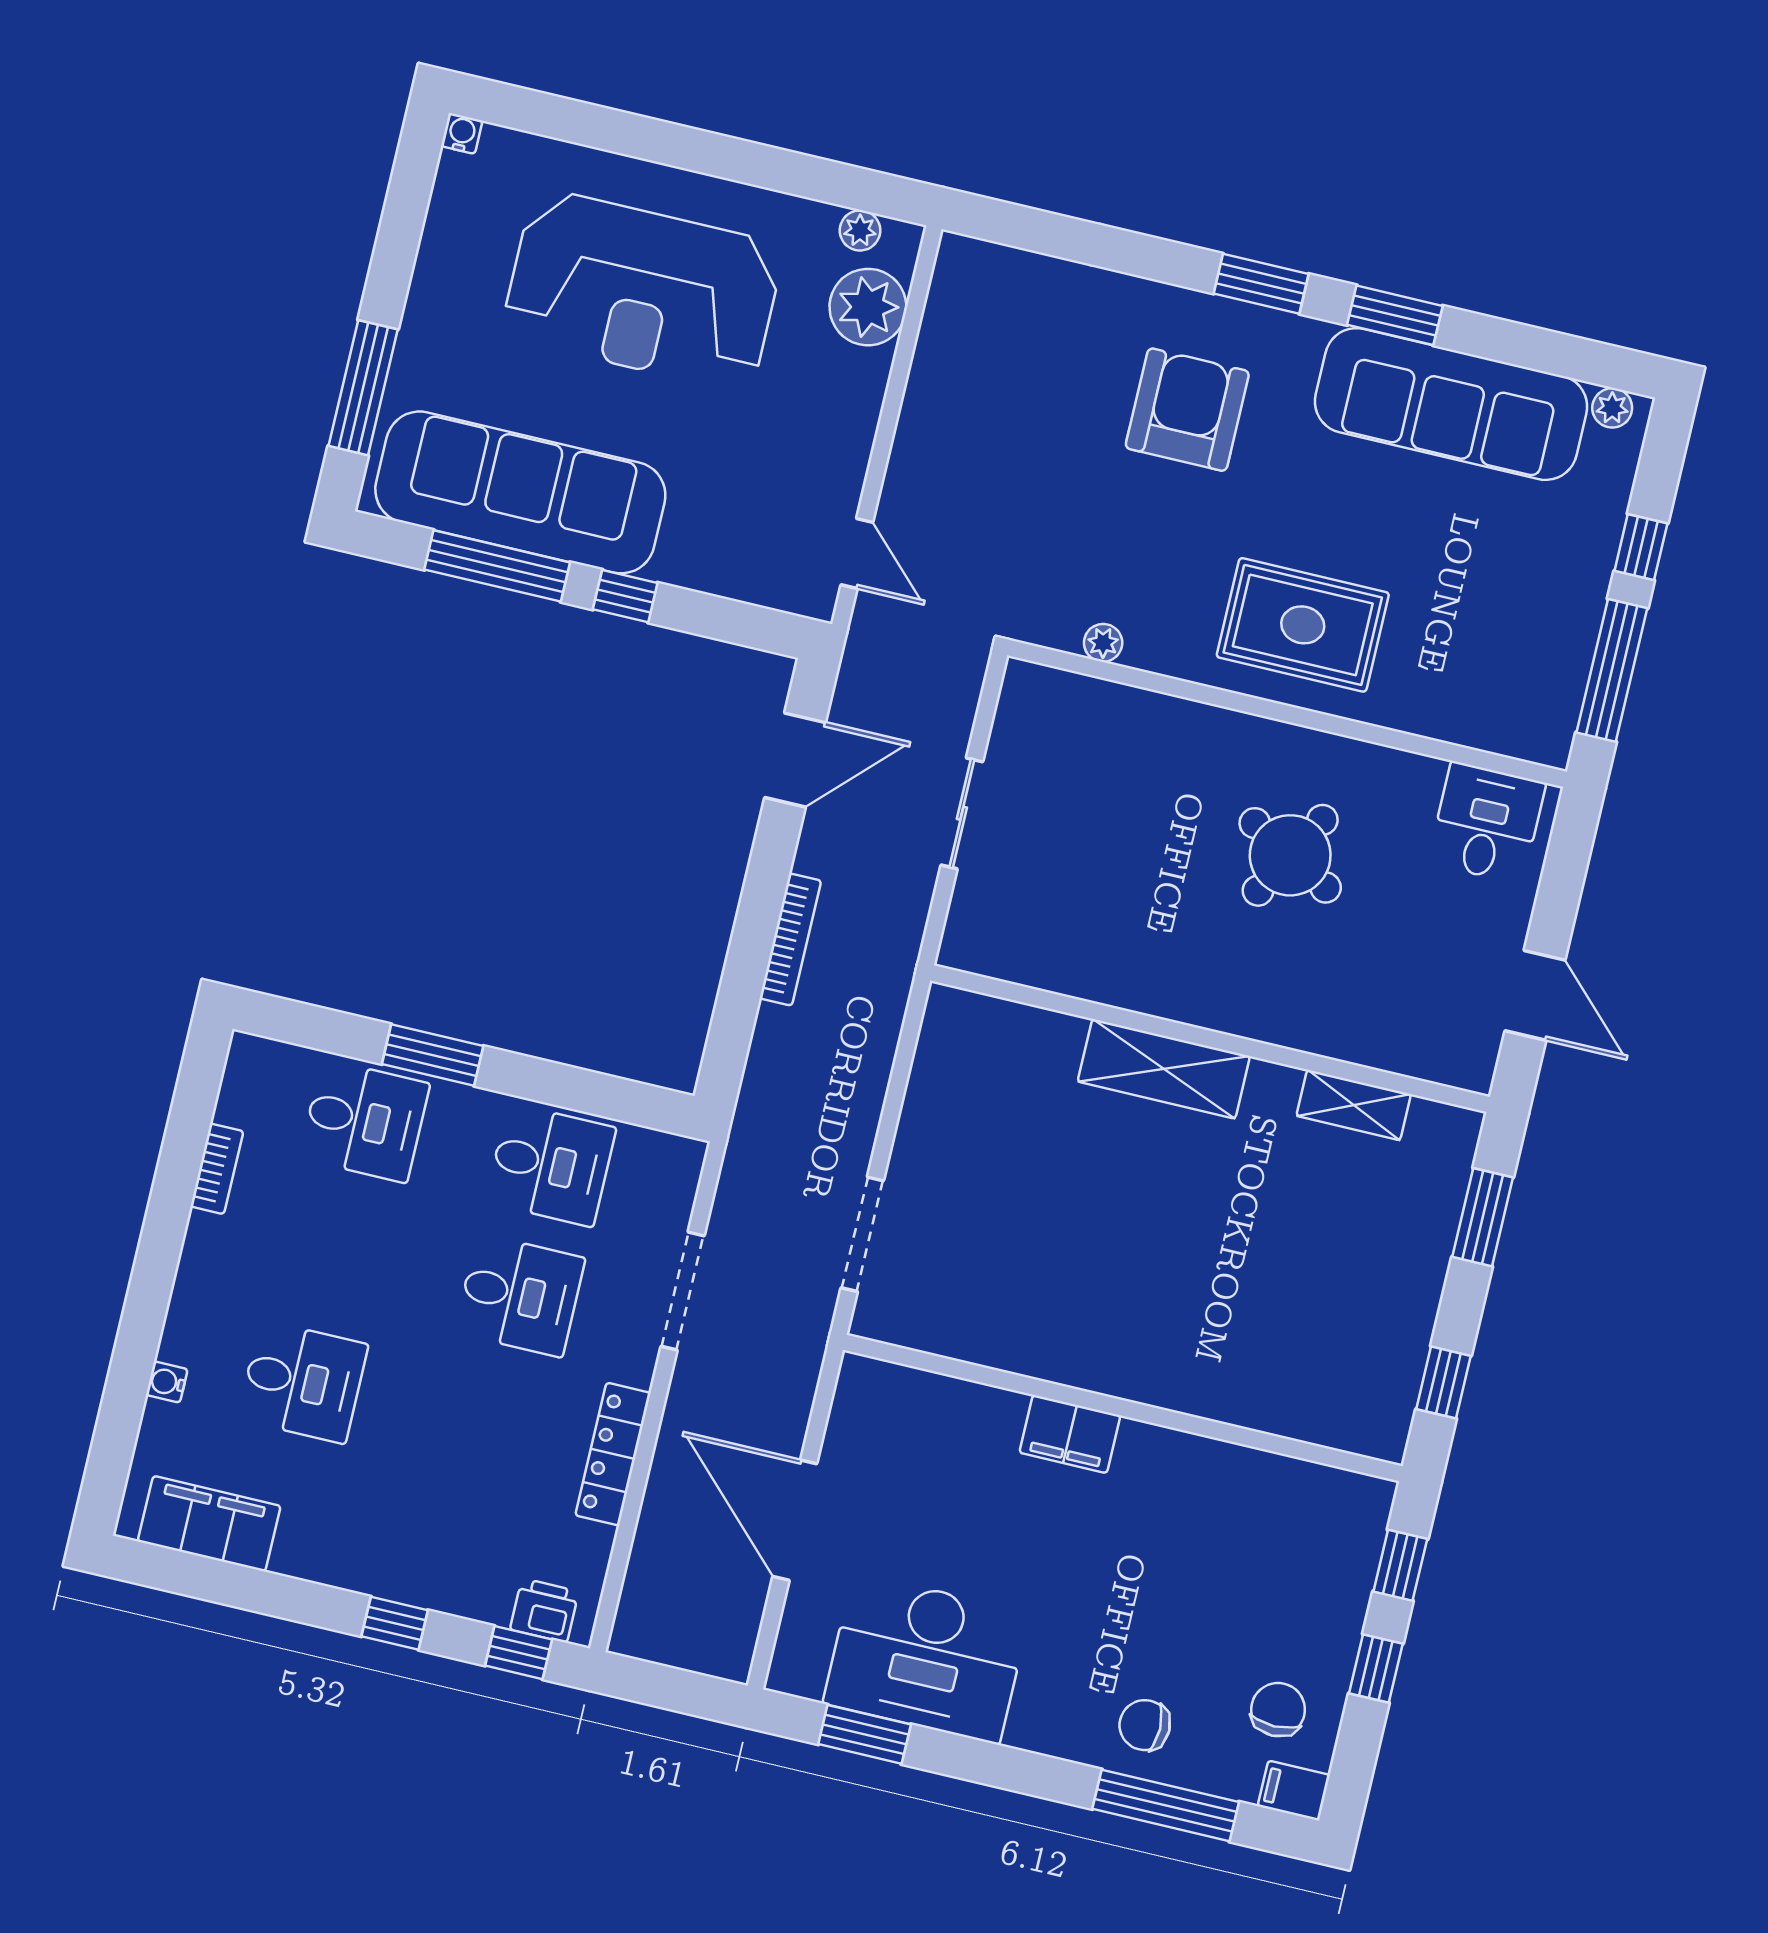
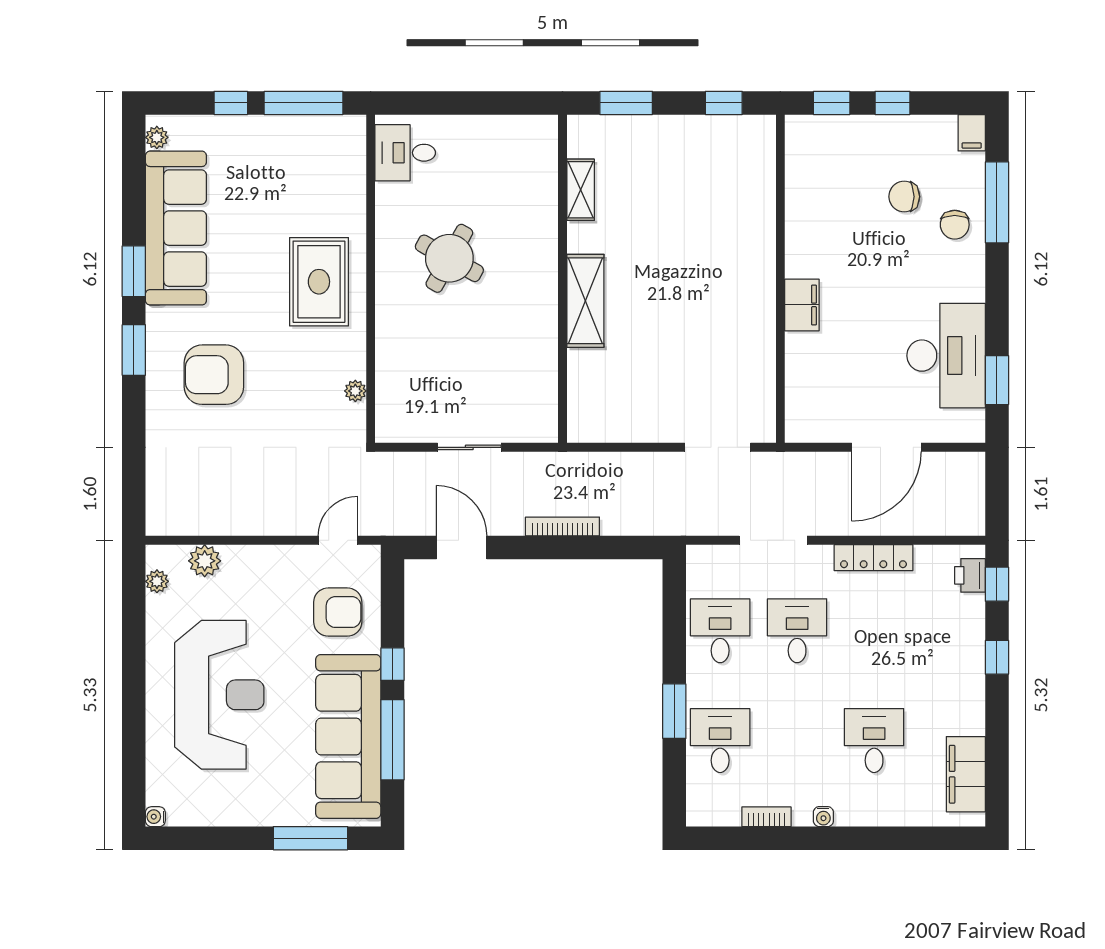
plant: (868, 307) -> (205, 561), width x0.73, depth x0.73
armchair: (735, 524) -> (338, 612), added
door: (1535, 995) -> (495, 103), removed
water cooler: (167, 1382) -> (823, 817), moved
chair: (1278, 1710) -> (904, 197), moved

